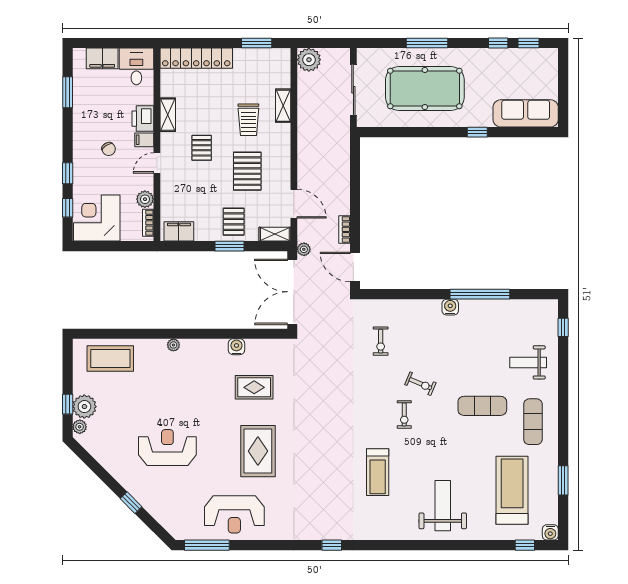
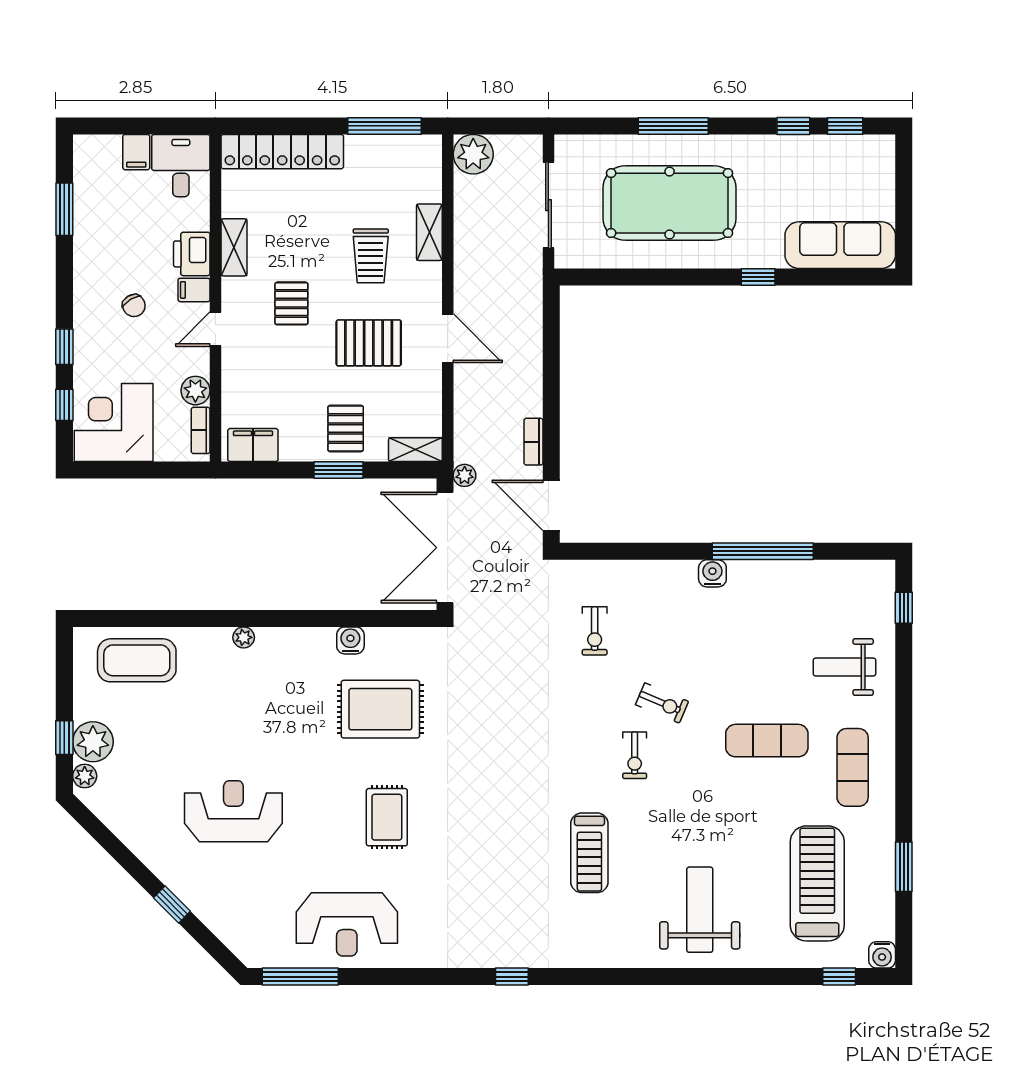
window: (257, 43) -> (384, 126), width x1.44
filing cabinet: (102, 58) -> (136, 152), width x0.50
pallet: (247, 171) -> (369, 343), turned 90
door: (294, 204) -> (448, 338), moved
rug: (254, 387) -> (380, 709), width x1.36, depth x1.43
rug: (258, 451) -> (387, 817), width x0.73, depth x0.70

